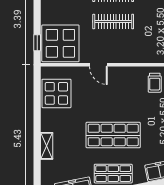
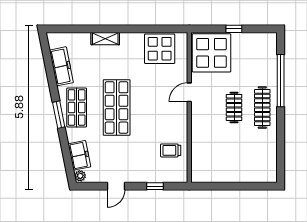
clothes rail: (113, 22) -> (234, 107), width x0.73
window: (37, 43) -> (234, 29), moved

